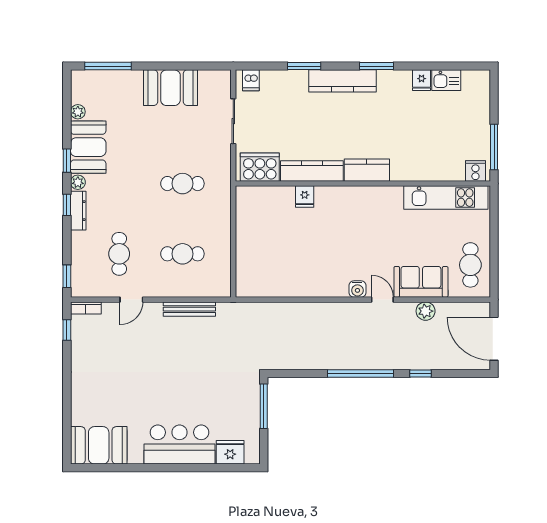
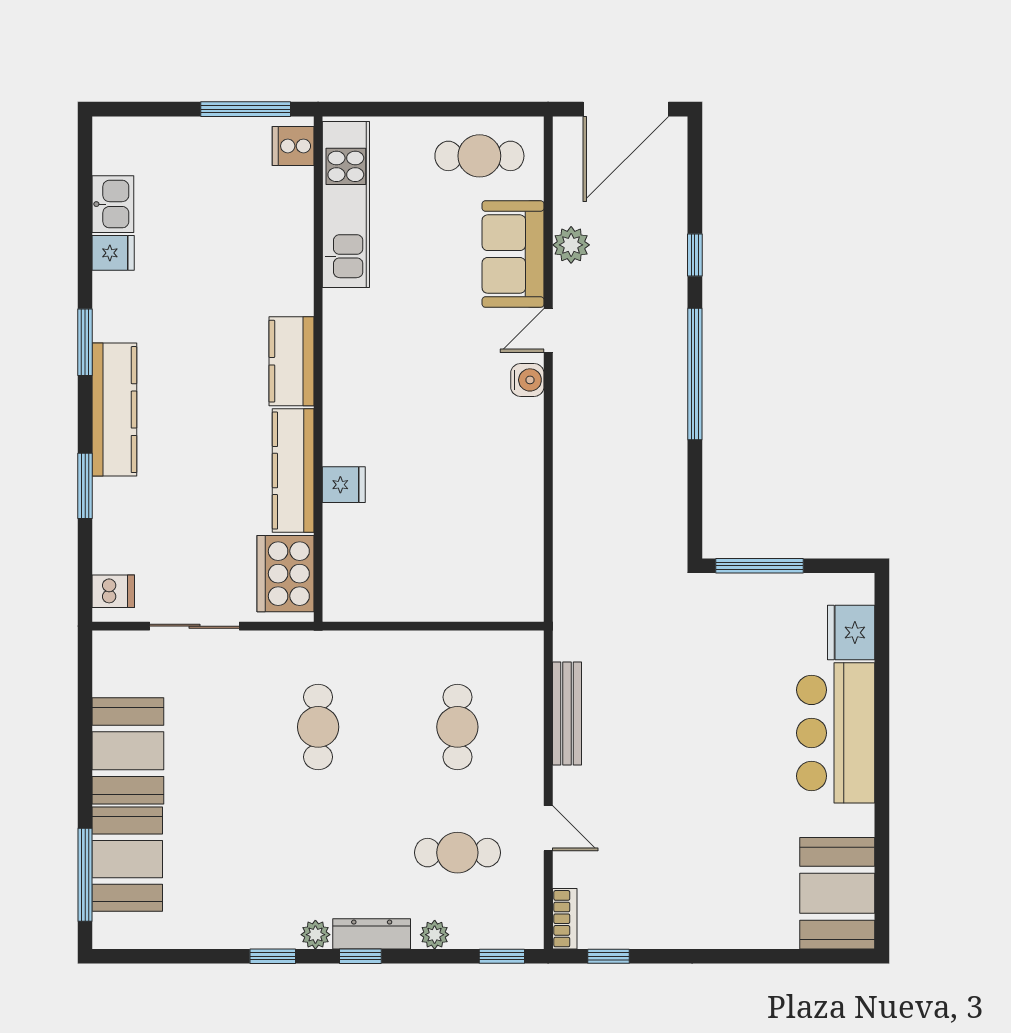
plant: (78, 112) -> (435, 935), moved
booth: (88, 147) -> (127, 859), moved, turned 90

